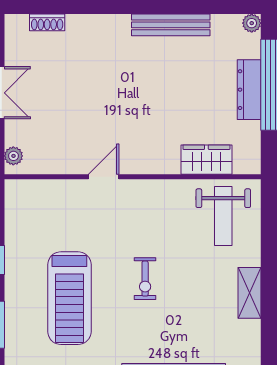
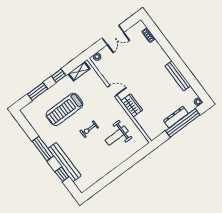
wardrobe: (206, 160) -> (132, 105), moved
weight bench: (223, 216) -> (117, 136), moved
shelving: (249, 293) -> (79, 71), moved

